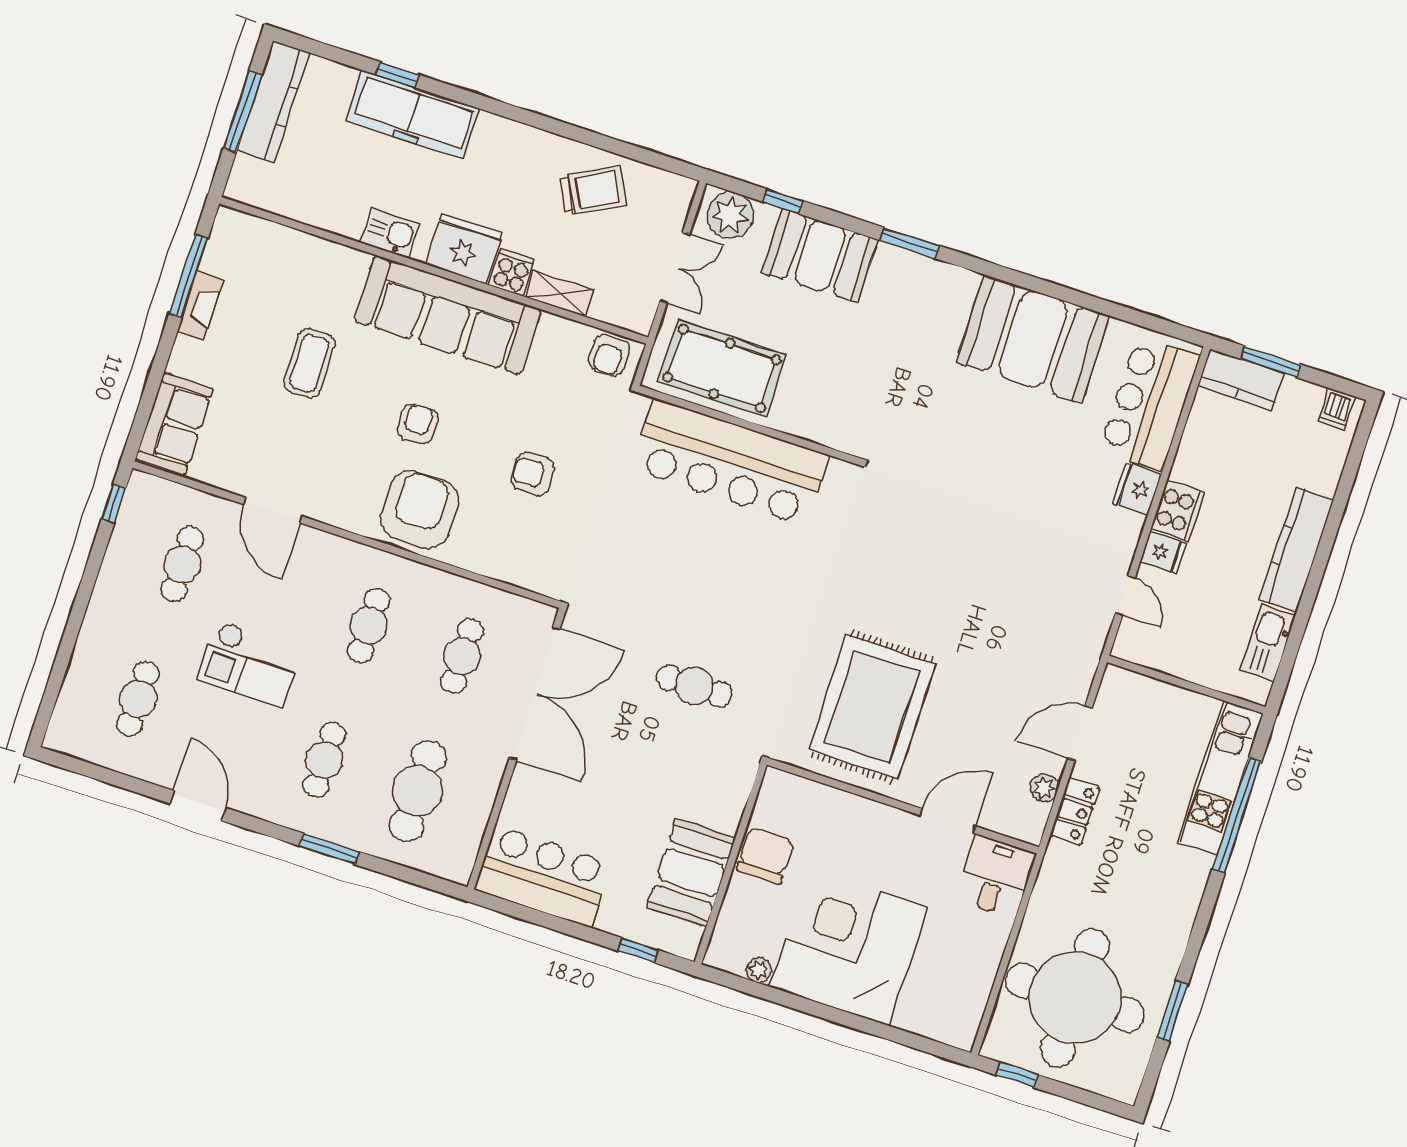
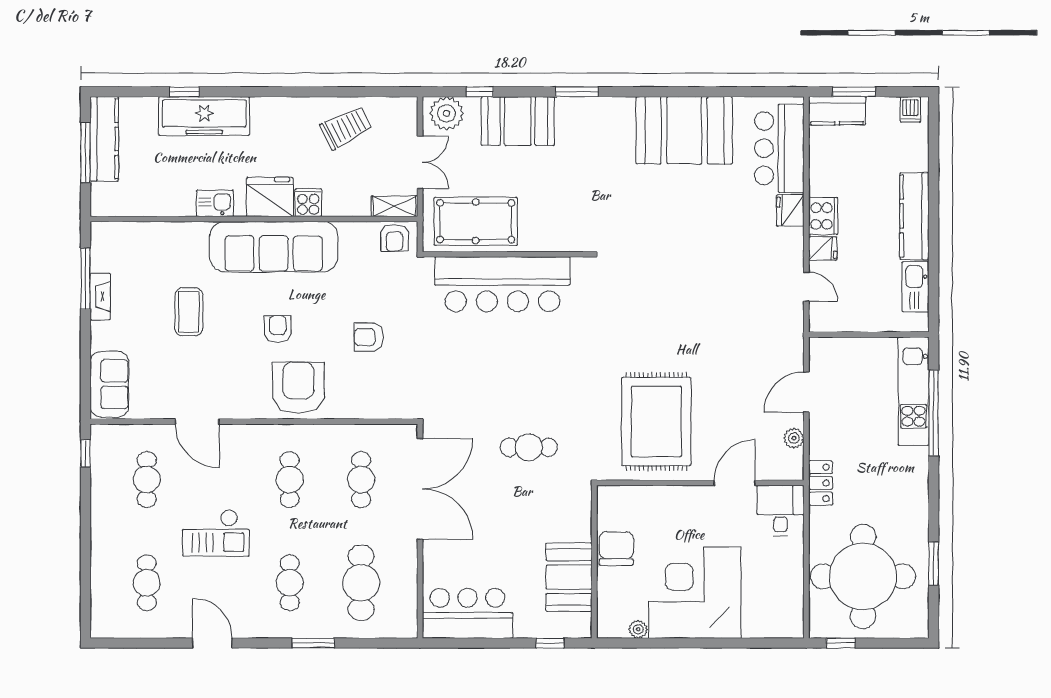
shelving: (560, 293) -> (395, 206), moved
locker: (1075, 812) -> (821, 483), moved

